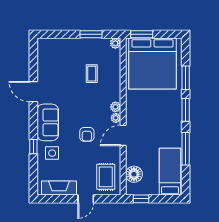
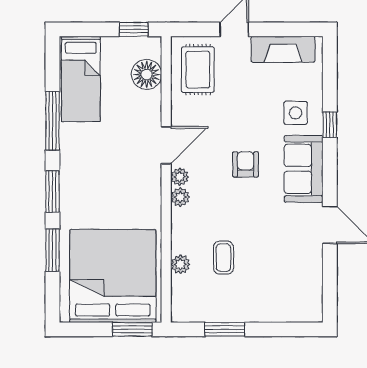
plant: (115, 43) -> (180, 264), moved
armchair: (87, 134) -> (246, 164), moved

